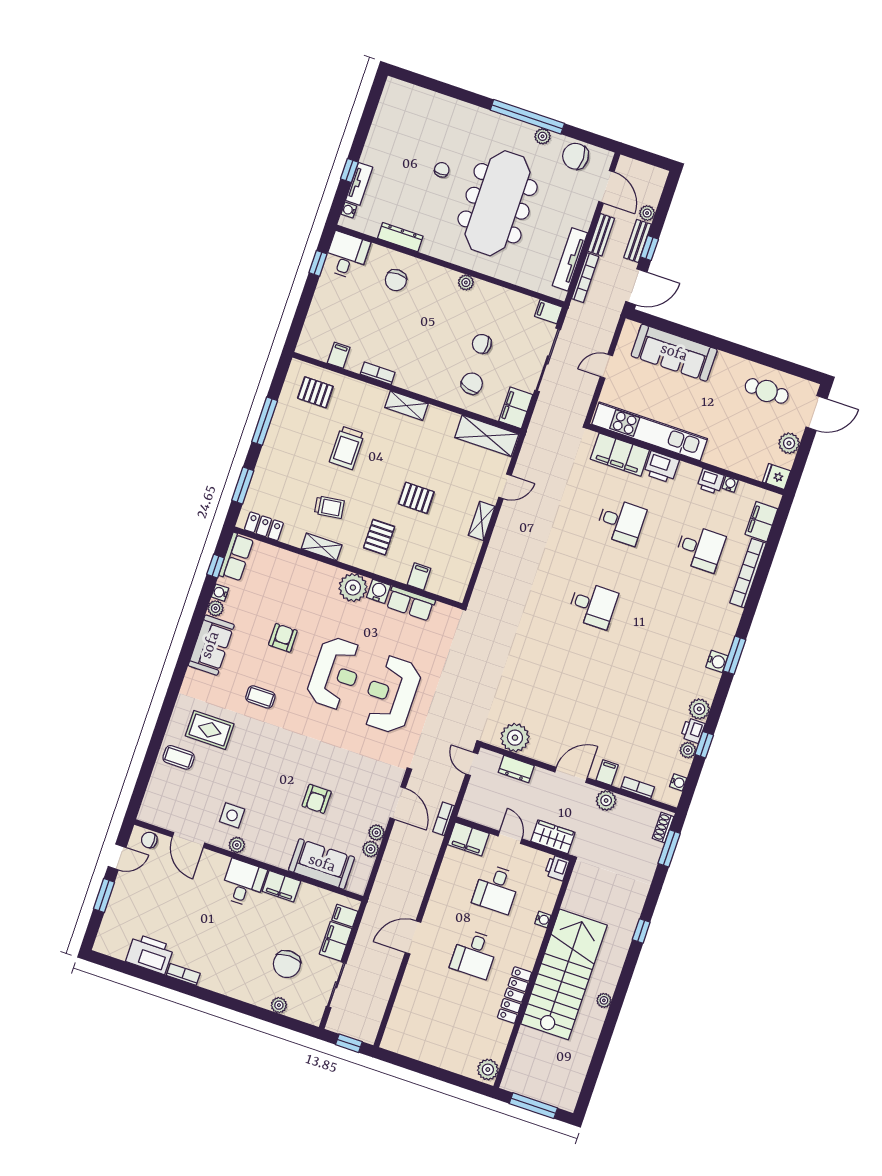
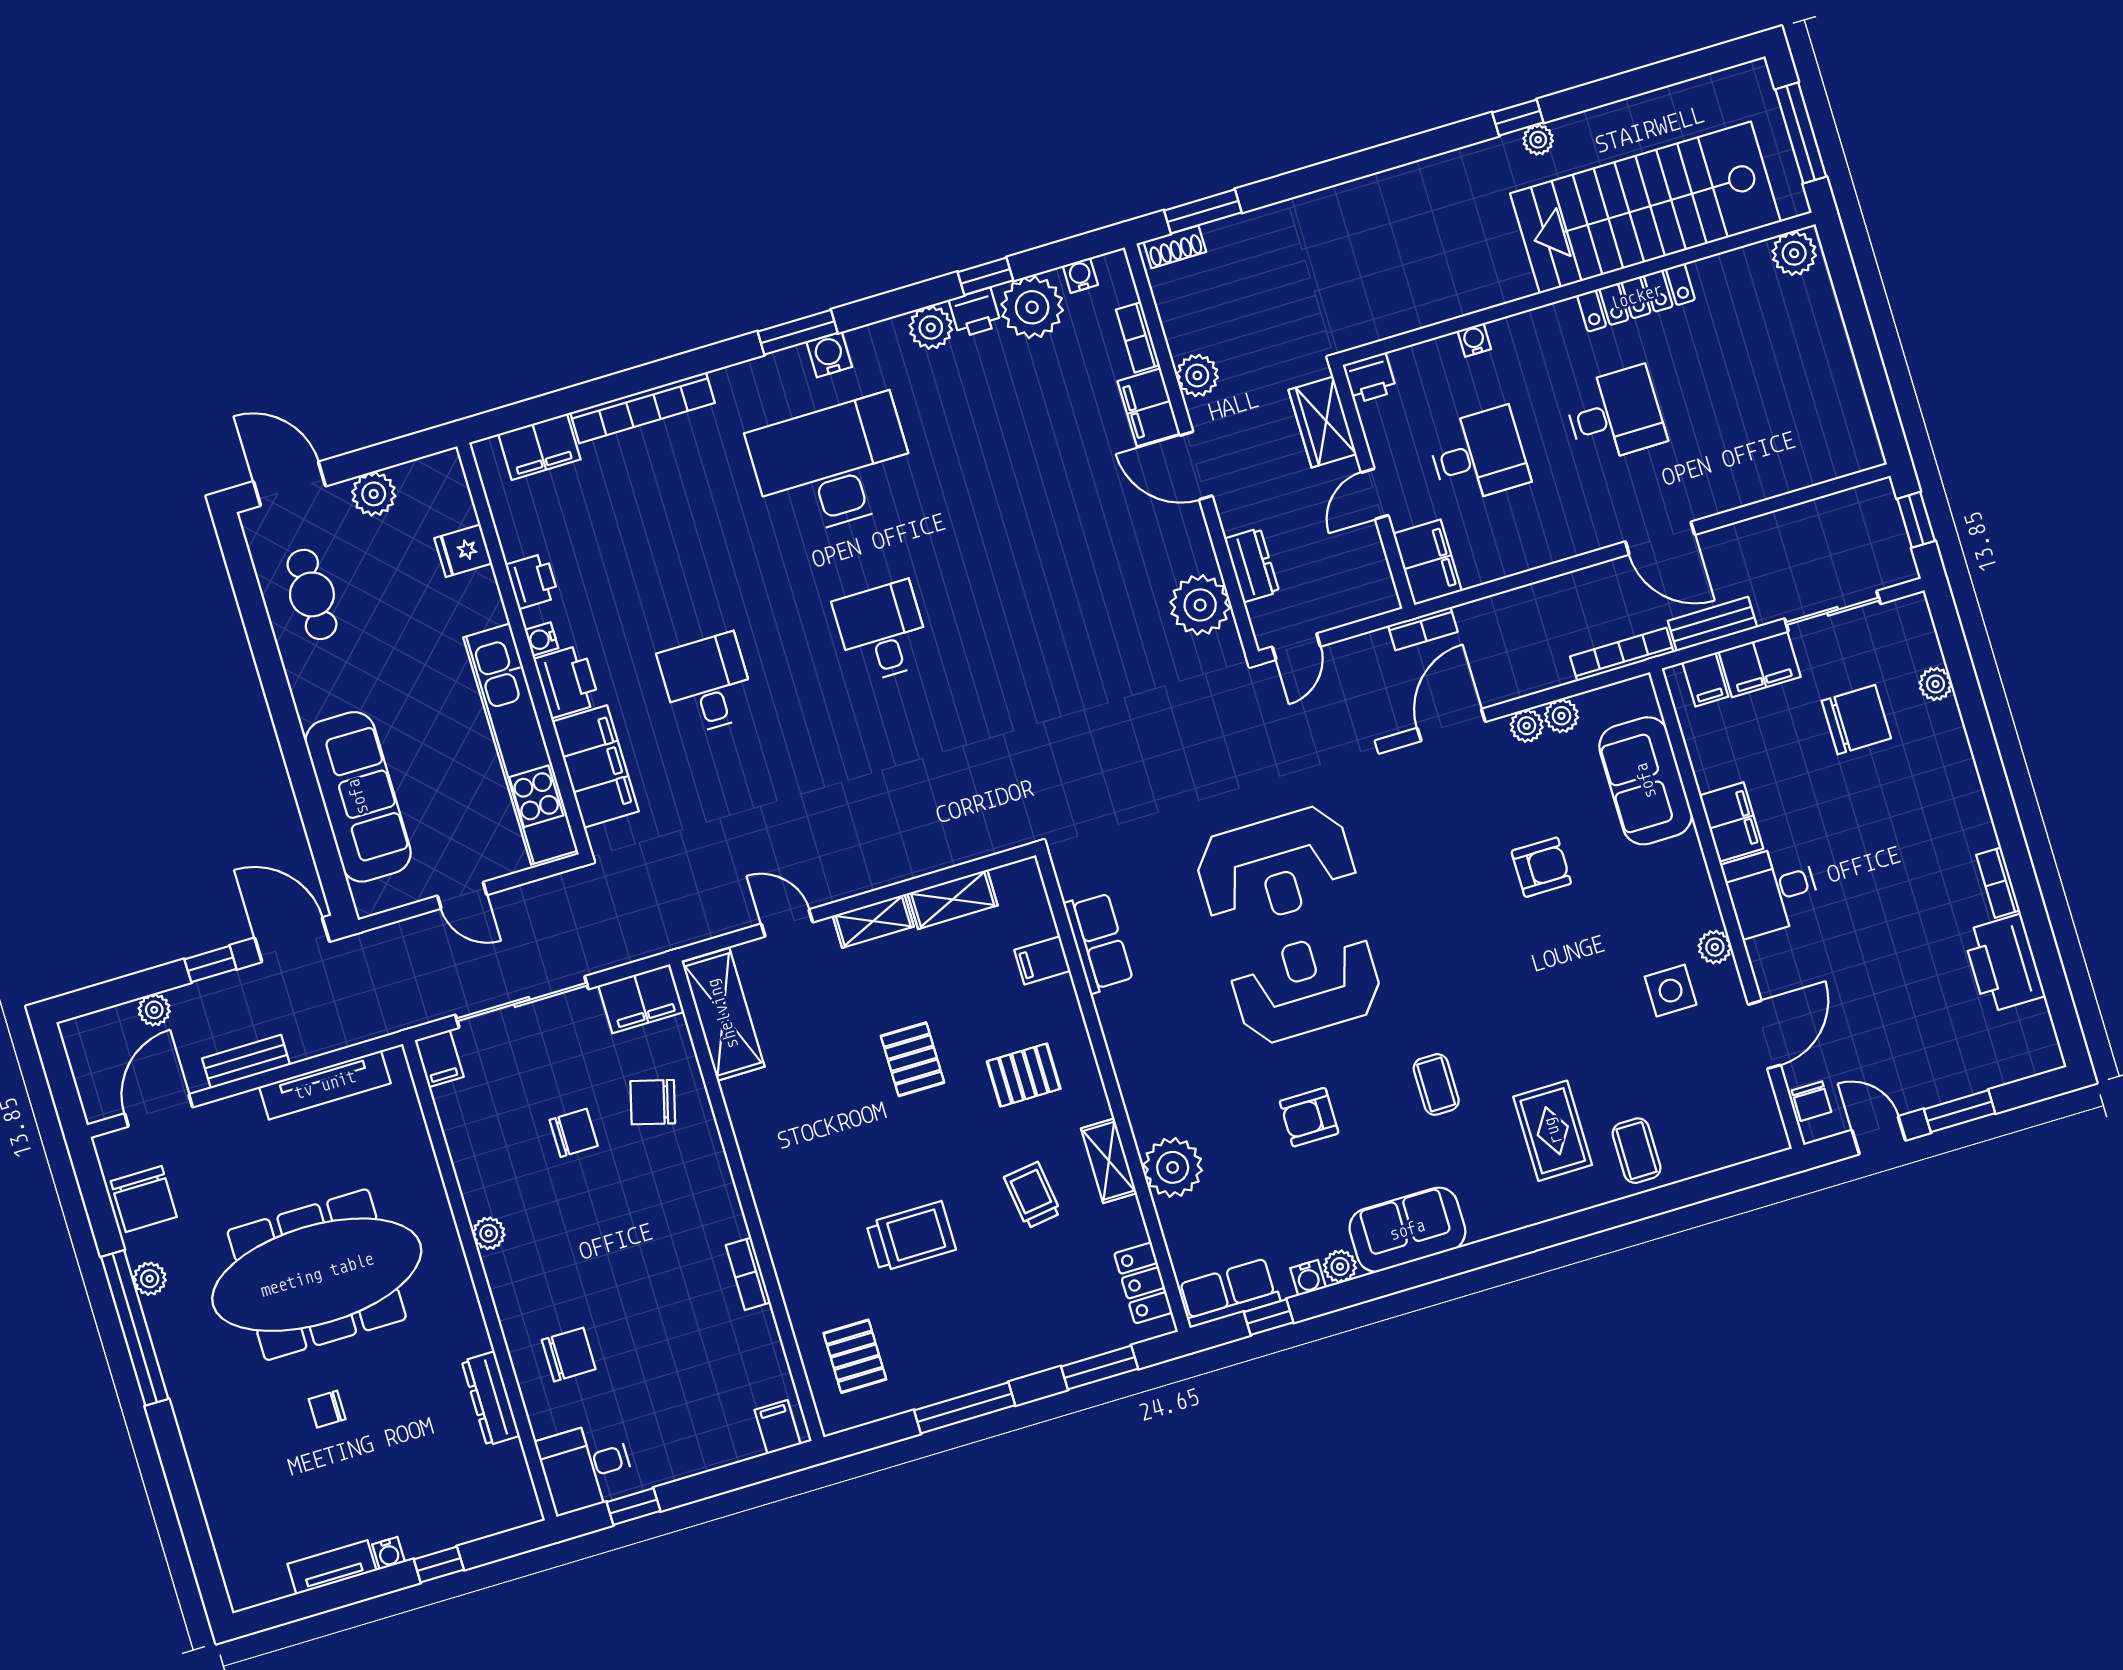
tv unit: (359, 184) -> (332, 1567), moved
water cooler: (349, 210) -> (389, 1553), moved
bench: (638, 241) -> (1712, 624), moved
bookcase: (585, 278) -> (1622, 654), moved
chair: (482, 344) -> (574, 1133), turned -90
filing cabinet: (339, 355) -> (778, 1427), moved, turned 90
shelving: (406, 406) -> (953, 899), moved, turned 90
fridge: (777, 476) -> (463, 551), moved, turned 90
water cooler: (730, 484) -> (542, 639), moved
desk: (700, 548) -> (833, 466), moved, width x1.87, depth x1.30
plant: (353, 588) -> (1173, 1167), moved
water cooler: (379, 591) -> (1116, 1011), removed
plant: (688, 750) -> (1032, 307), width x1.87, depth x1.87
filing cabinet: (607, 773) -> (1149, 407), width x2.00
window: (641, 931) -> (1518, 118), moved
stairs: (564, 974) -> (1645, 208), moved

